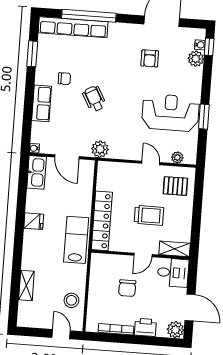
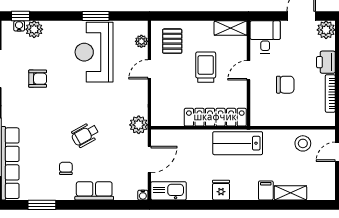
shelving: (175, 249) -> (231, 28), moved, turned 90
door: (143, 255) -> (249, 70), swing flipped
filing cabinet: (30, 263) -> (266, 190), added

